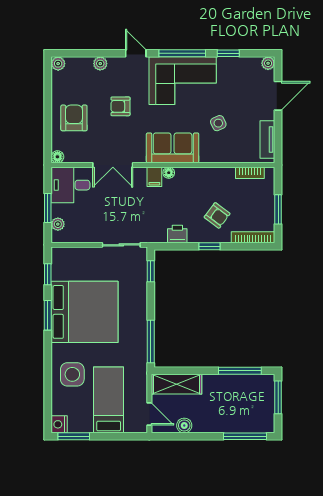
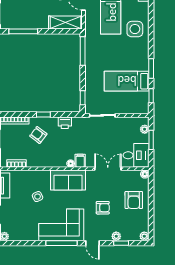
window: (228, 53) -> (121, 243), moved
bed: (85, 312) -> (127, 81), width x0.49

